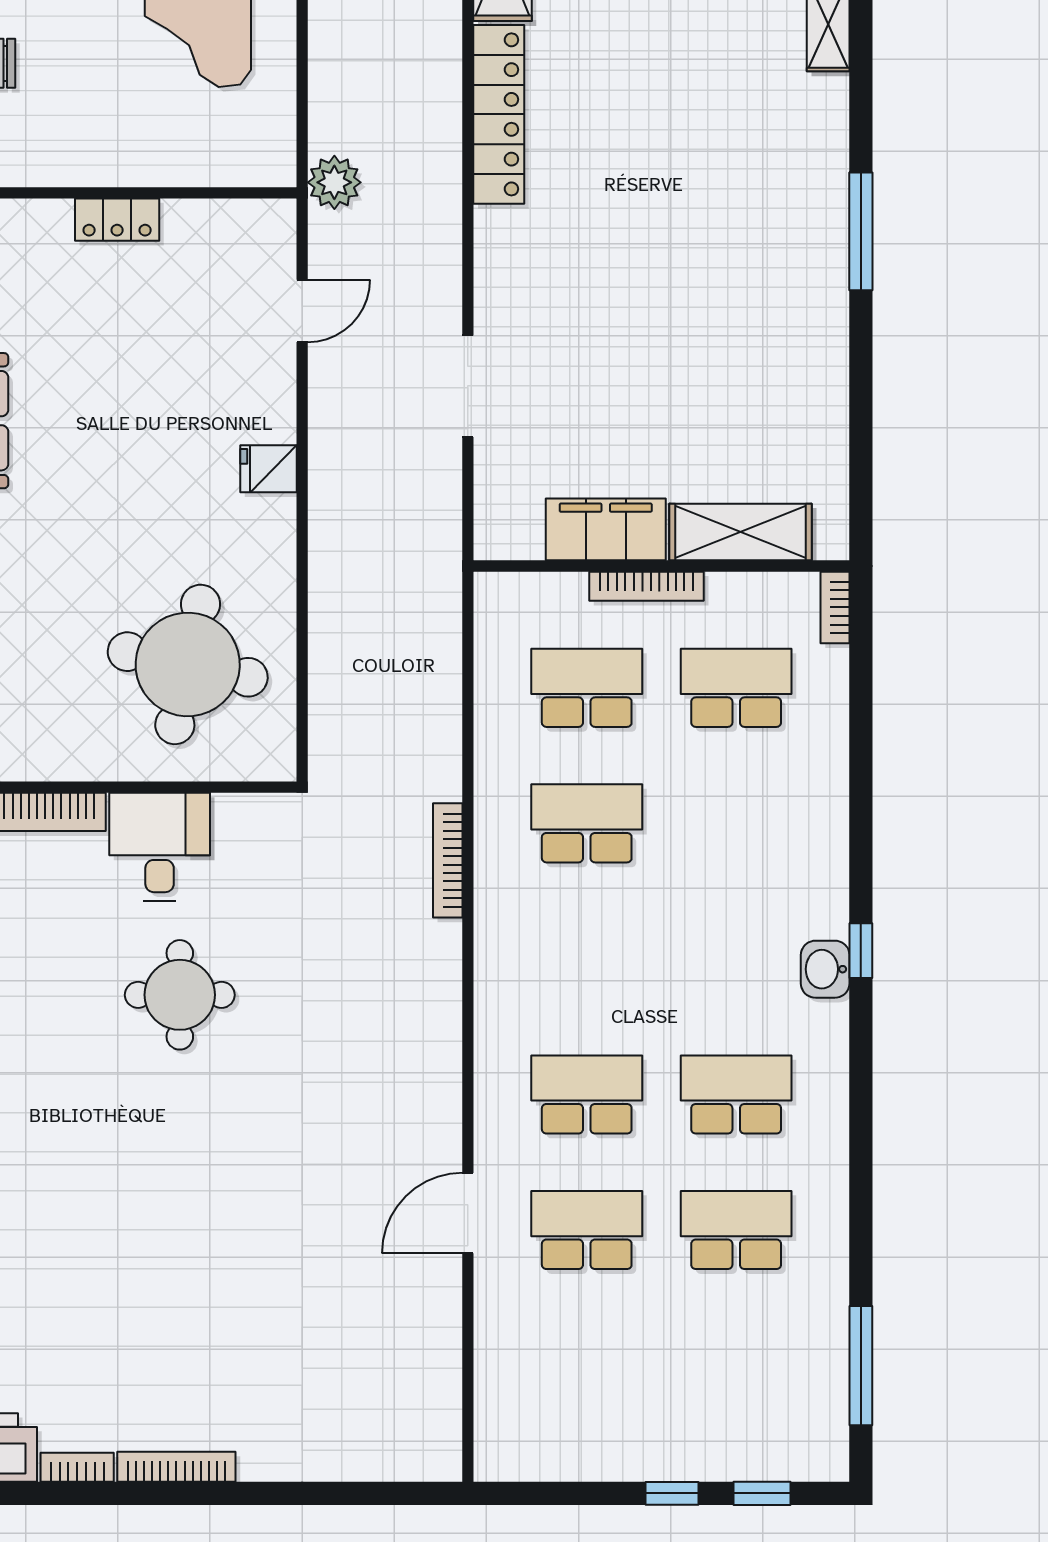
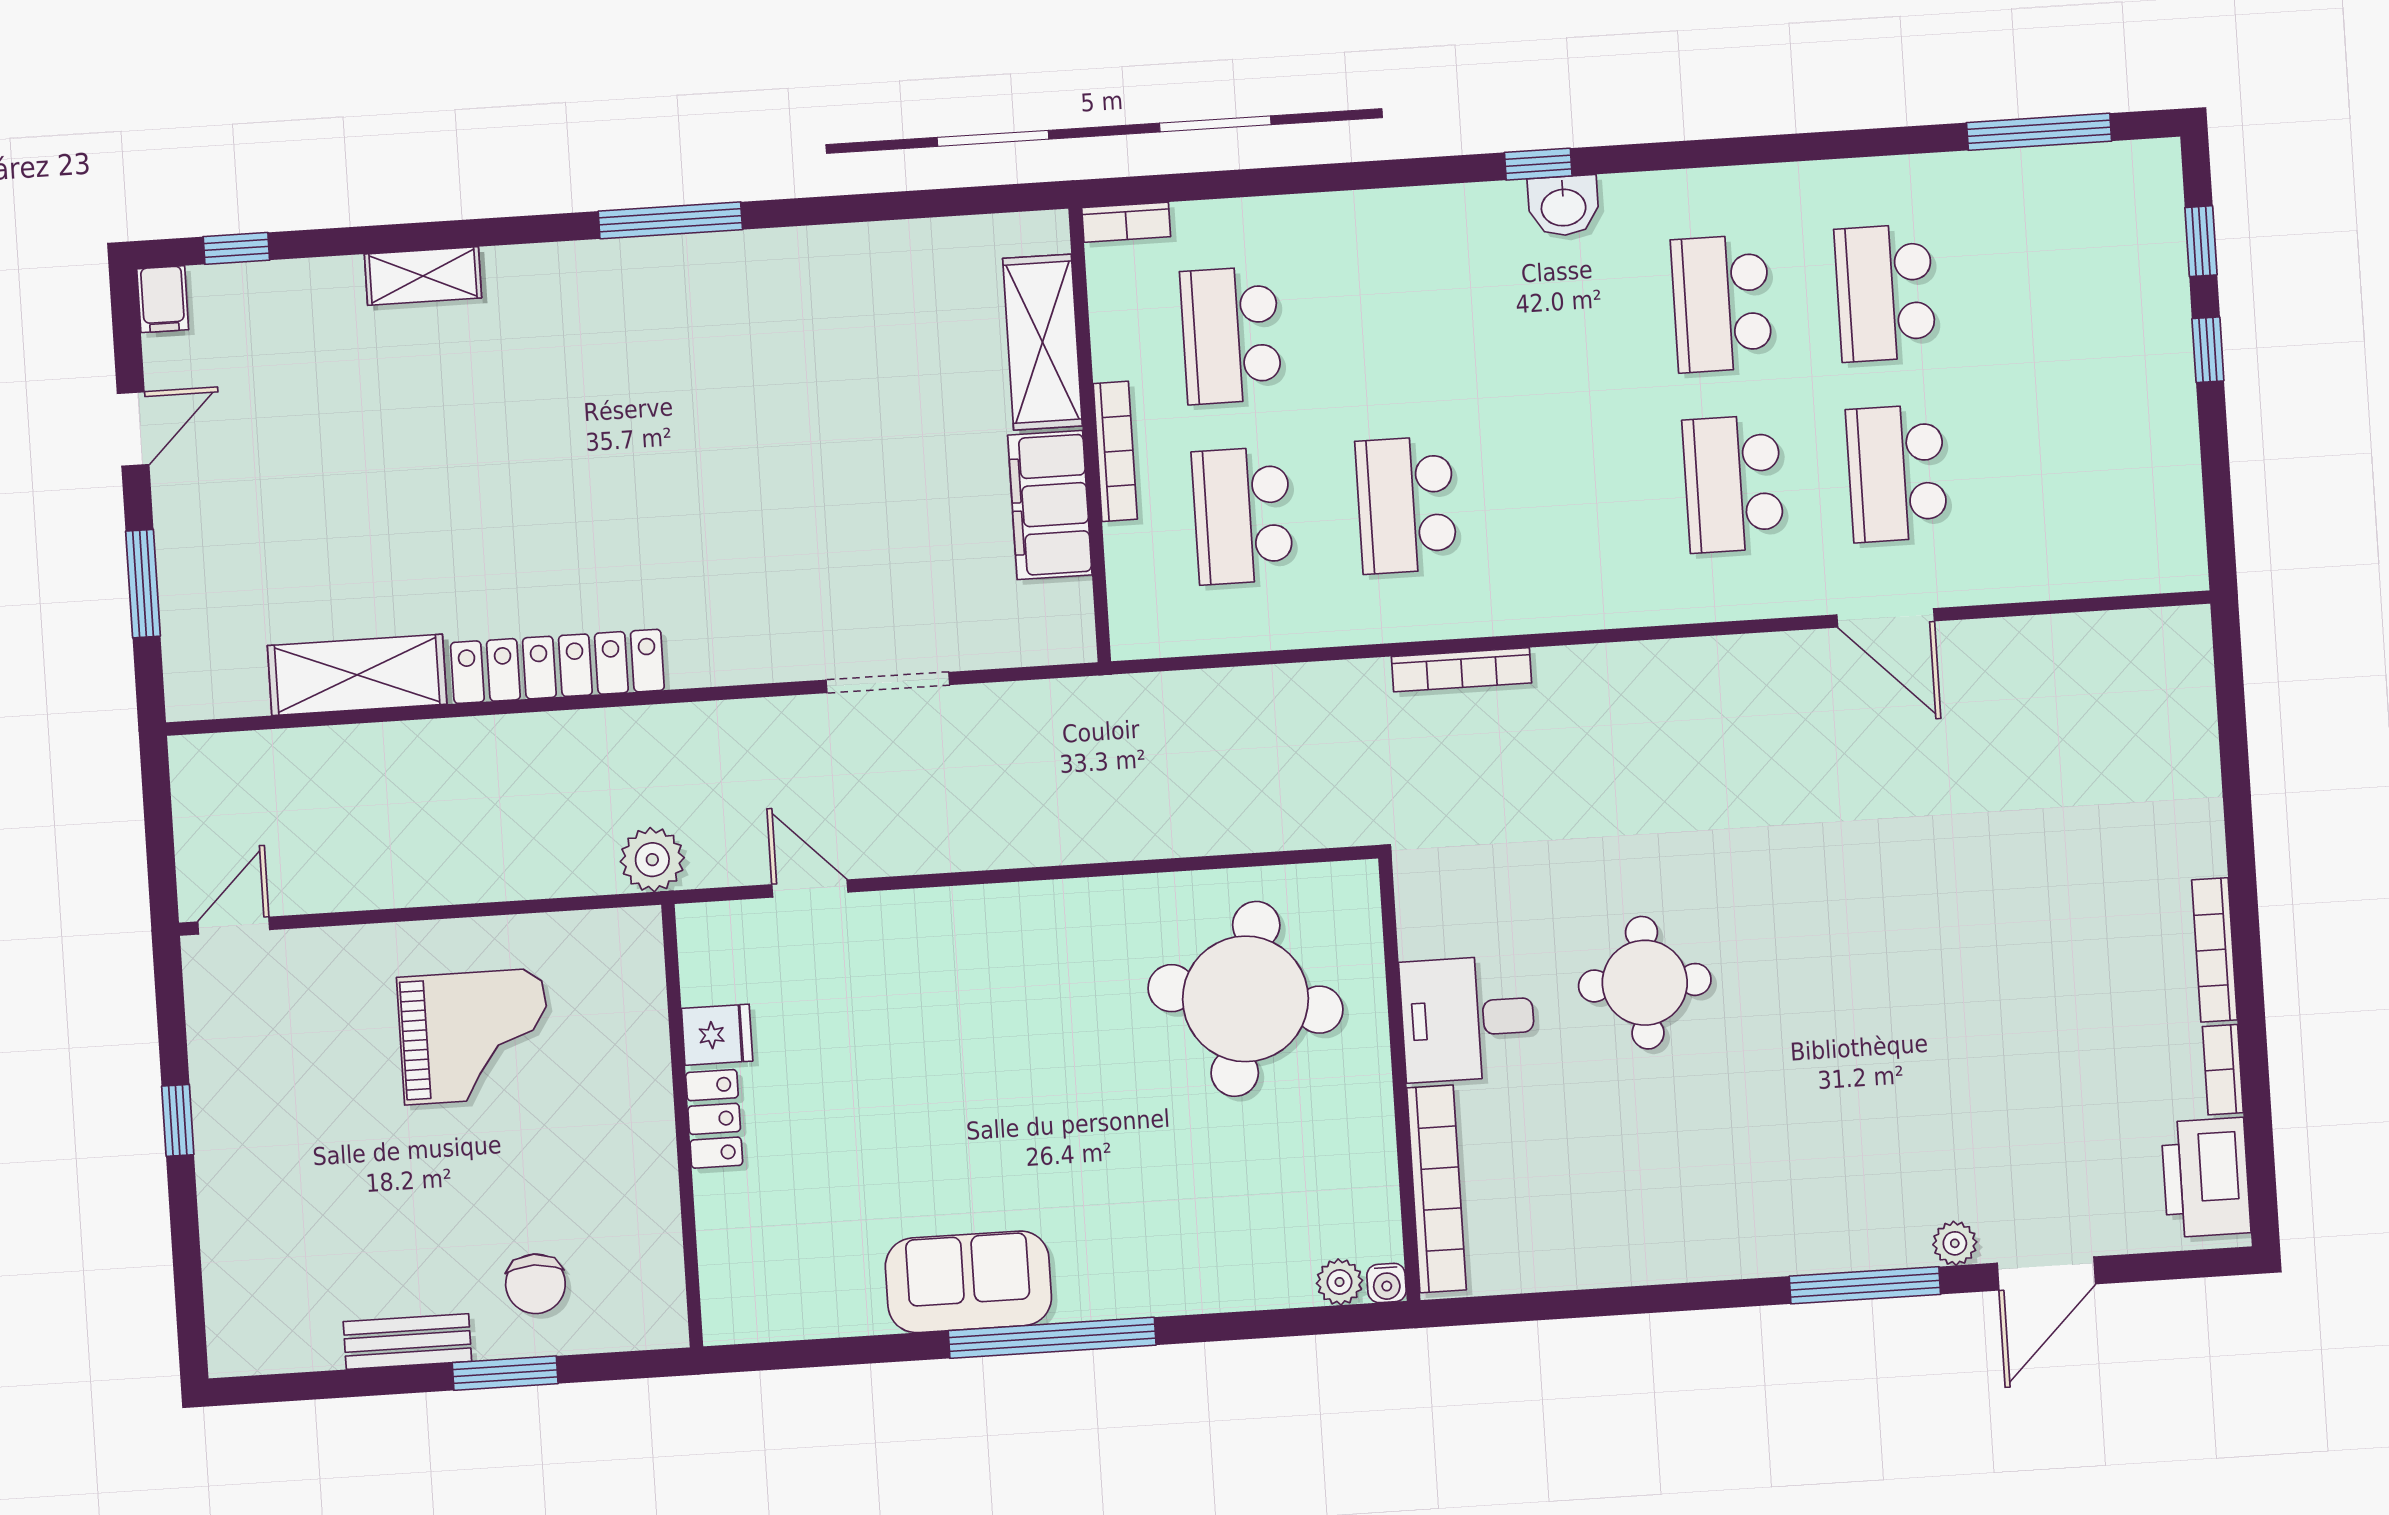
fridge: (268, 469) -> (717, 1035), moved, turned -90

